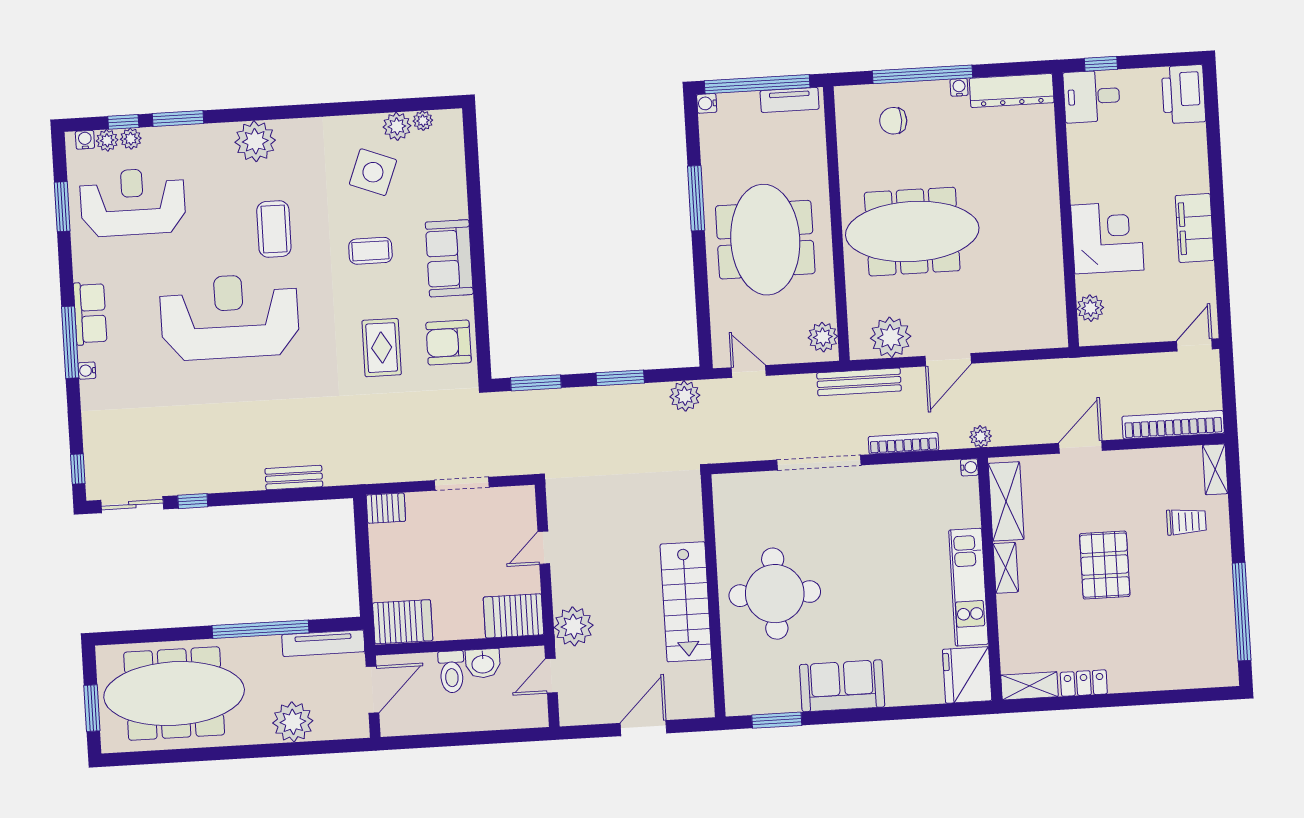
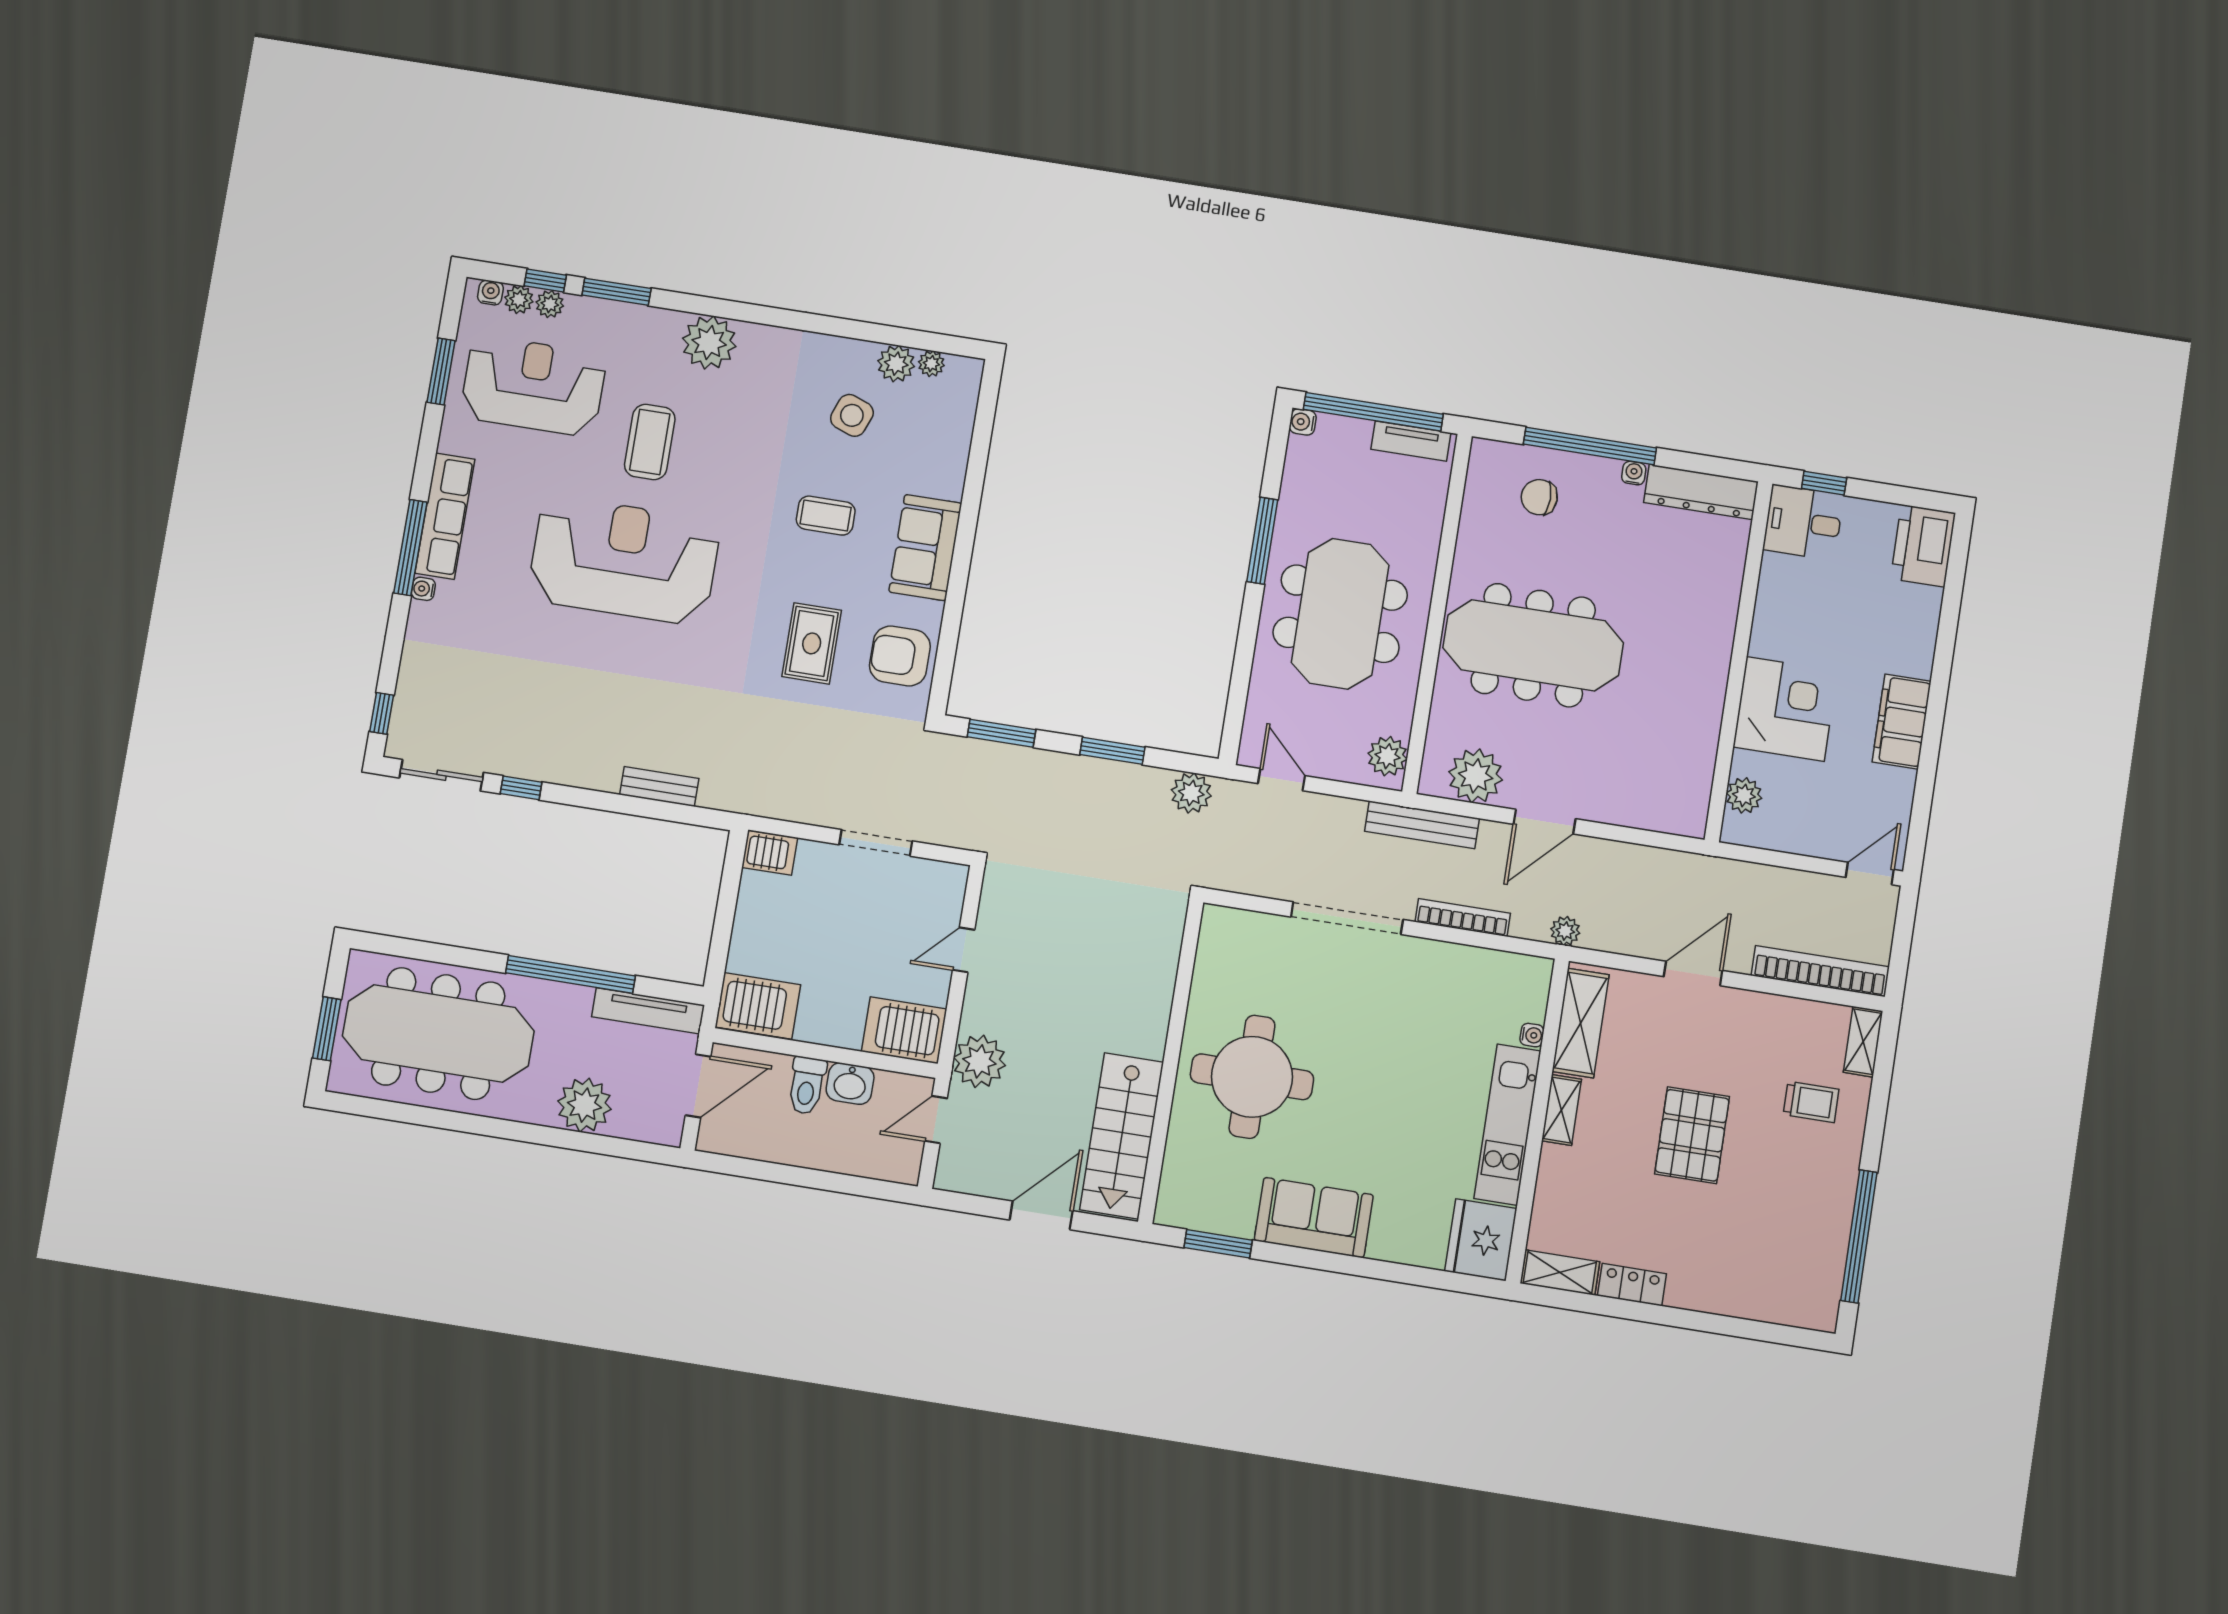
side table: (373, 172) -> (852, 415), width x0.73, depth x0.73
coffee table: (274, 229) -> (650, 442), moved
row of seats: (90, 313) -> (445, 516), width x1.48
water cooler: (969, 467) -> (1532, 1035), moved
stairs: (686, 602) -> (1122, 1136), moved

